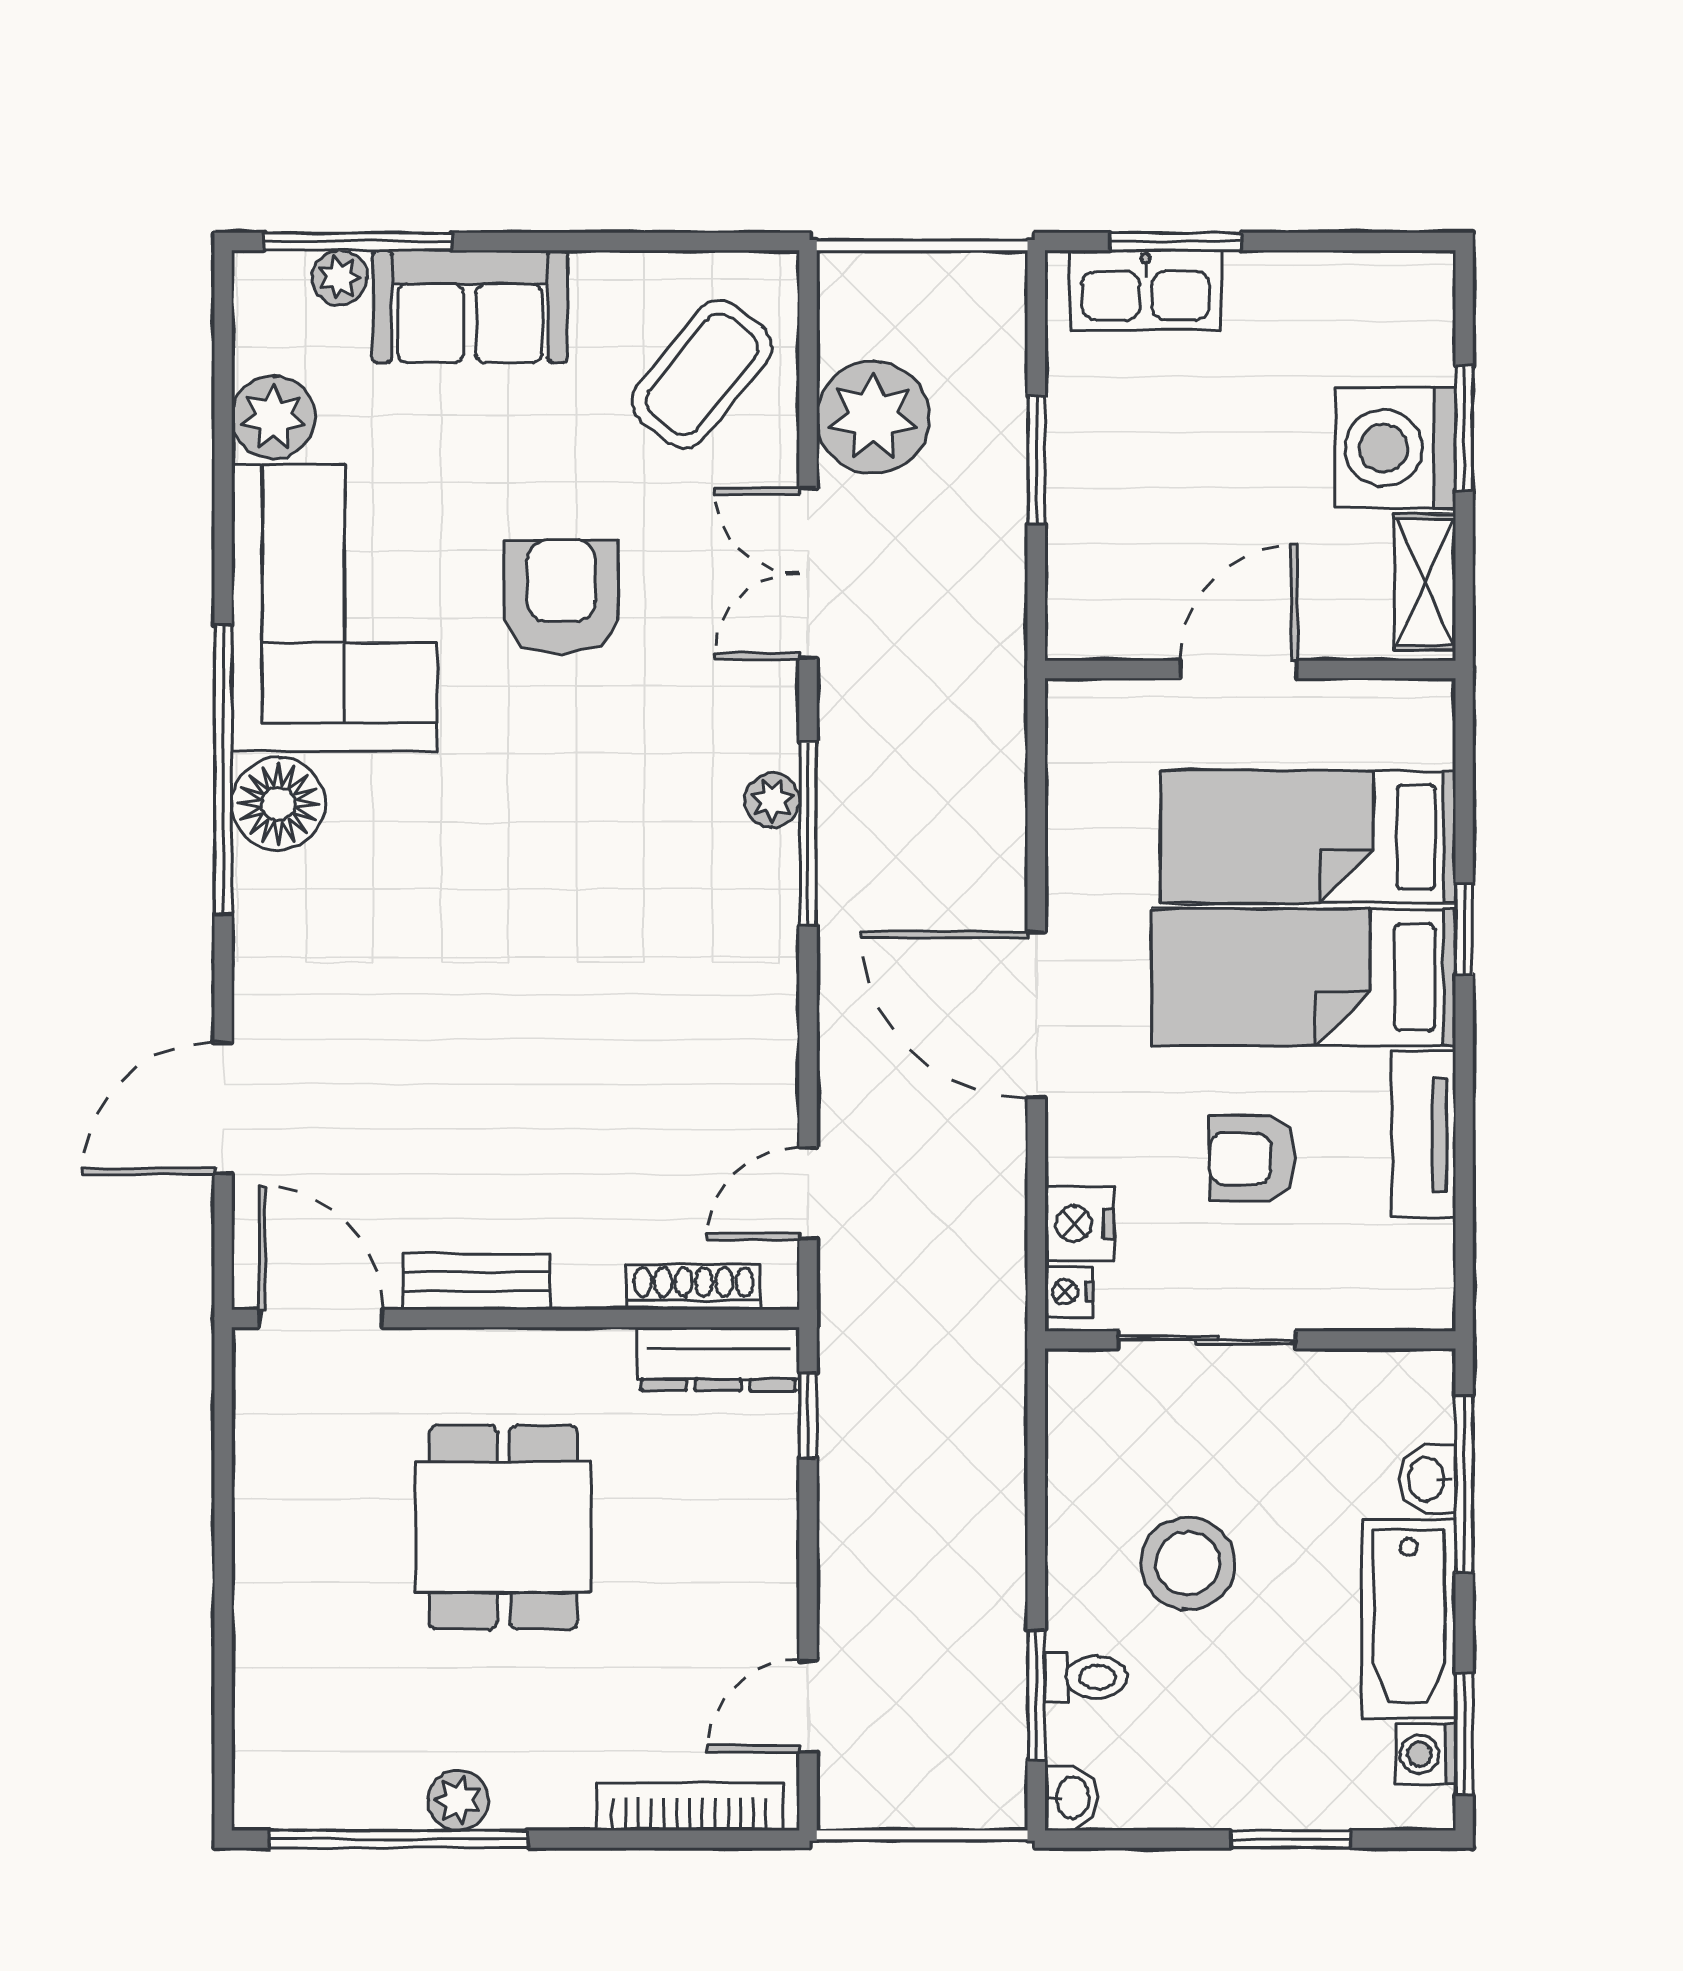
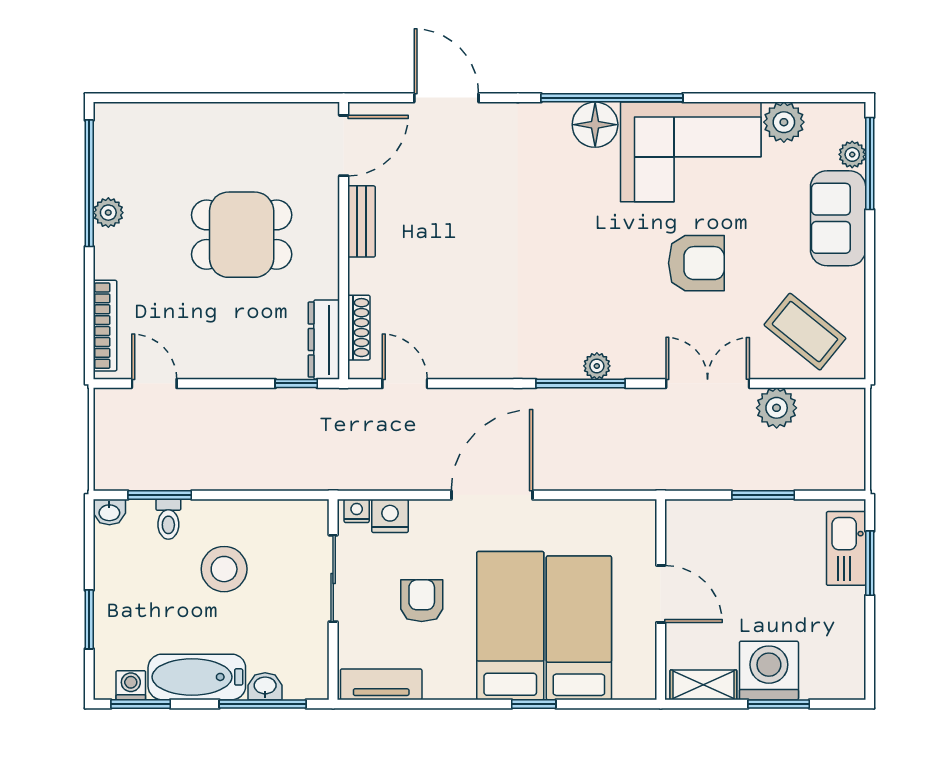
plant: (873, 417) -> (777, 408), width x0.73, depth x0.73
tv unit: (1424, 1135) -> (381, 684), moved

